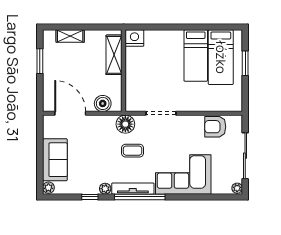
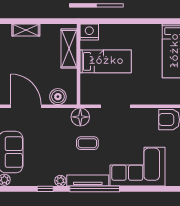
bed: (196, 56) -> (106, 61), moved, turned -90

